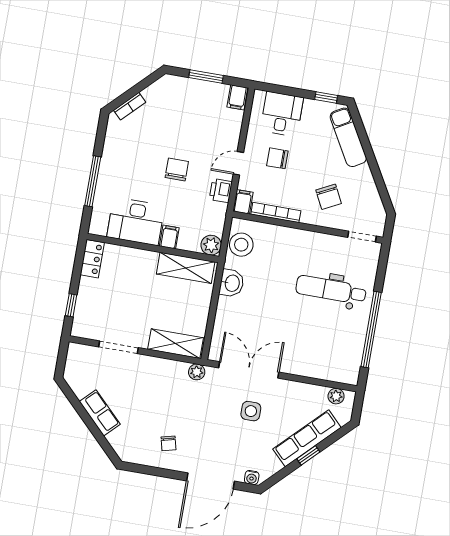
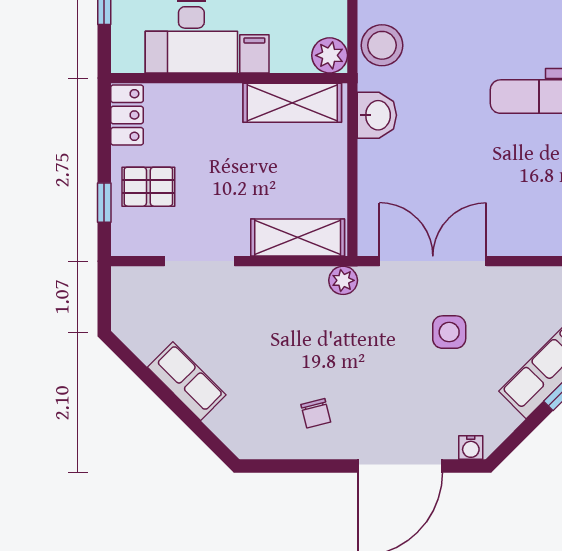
pallet: (97, 301) -> (148, 187), added

